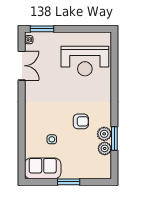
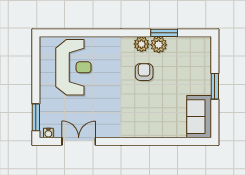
side table: (52, 139) -> (165, 106), removed
plant: (105, 148) -> (141, 44), moved

